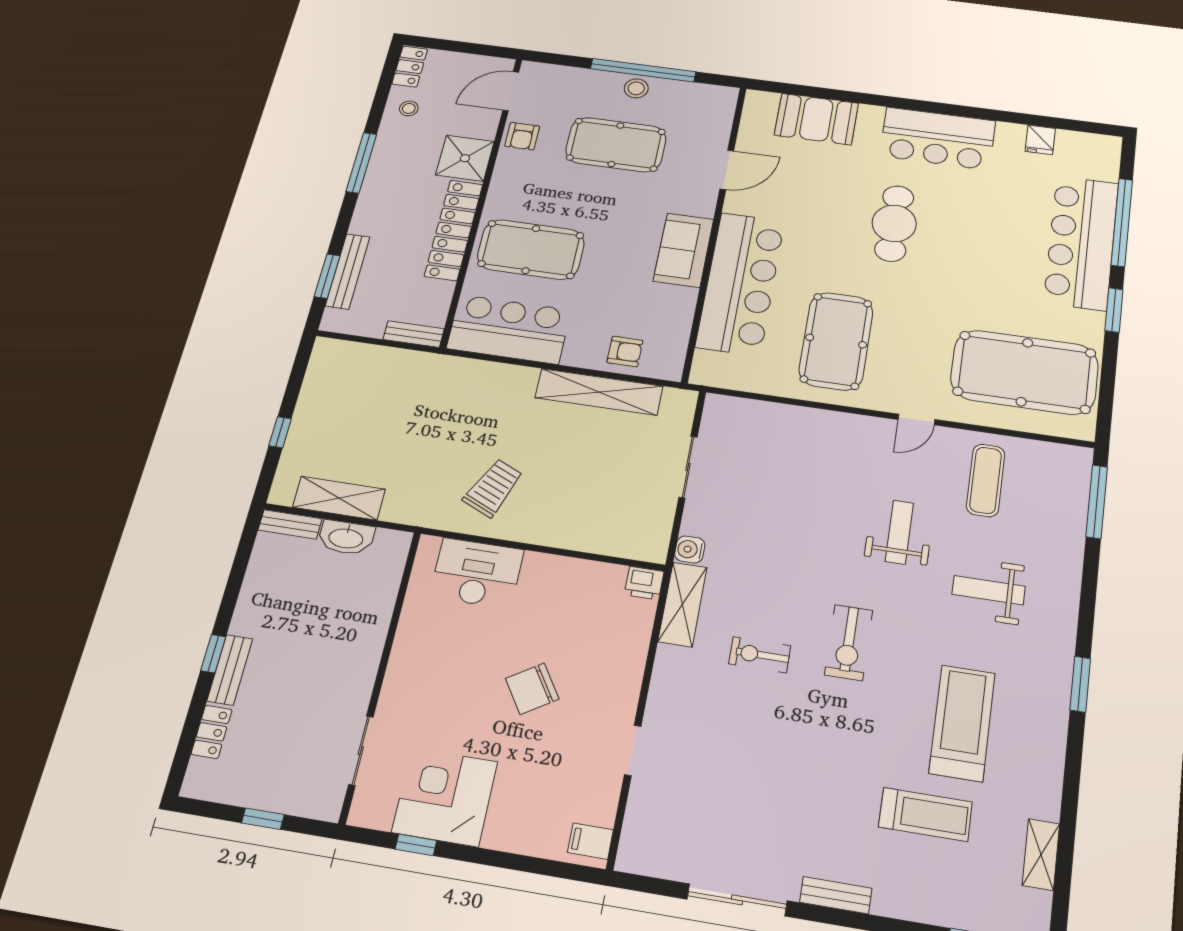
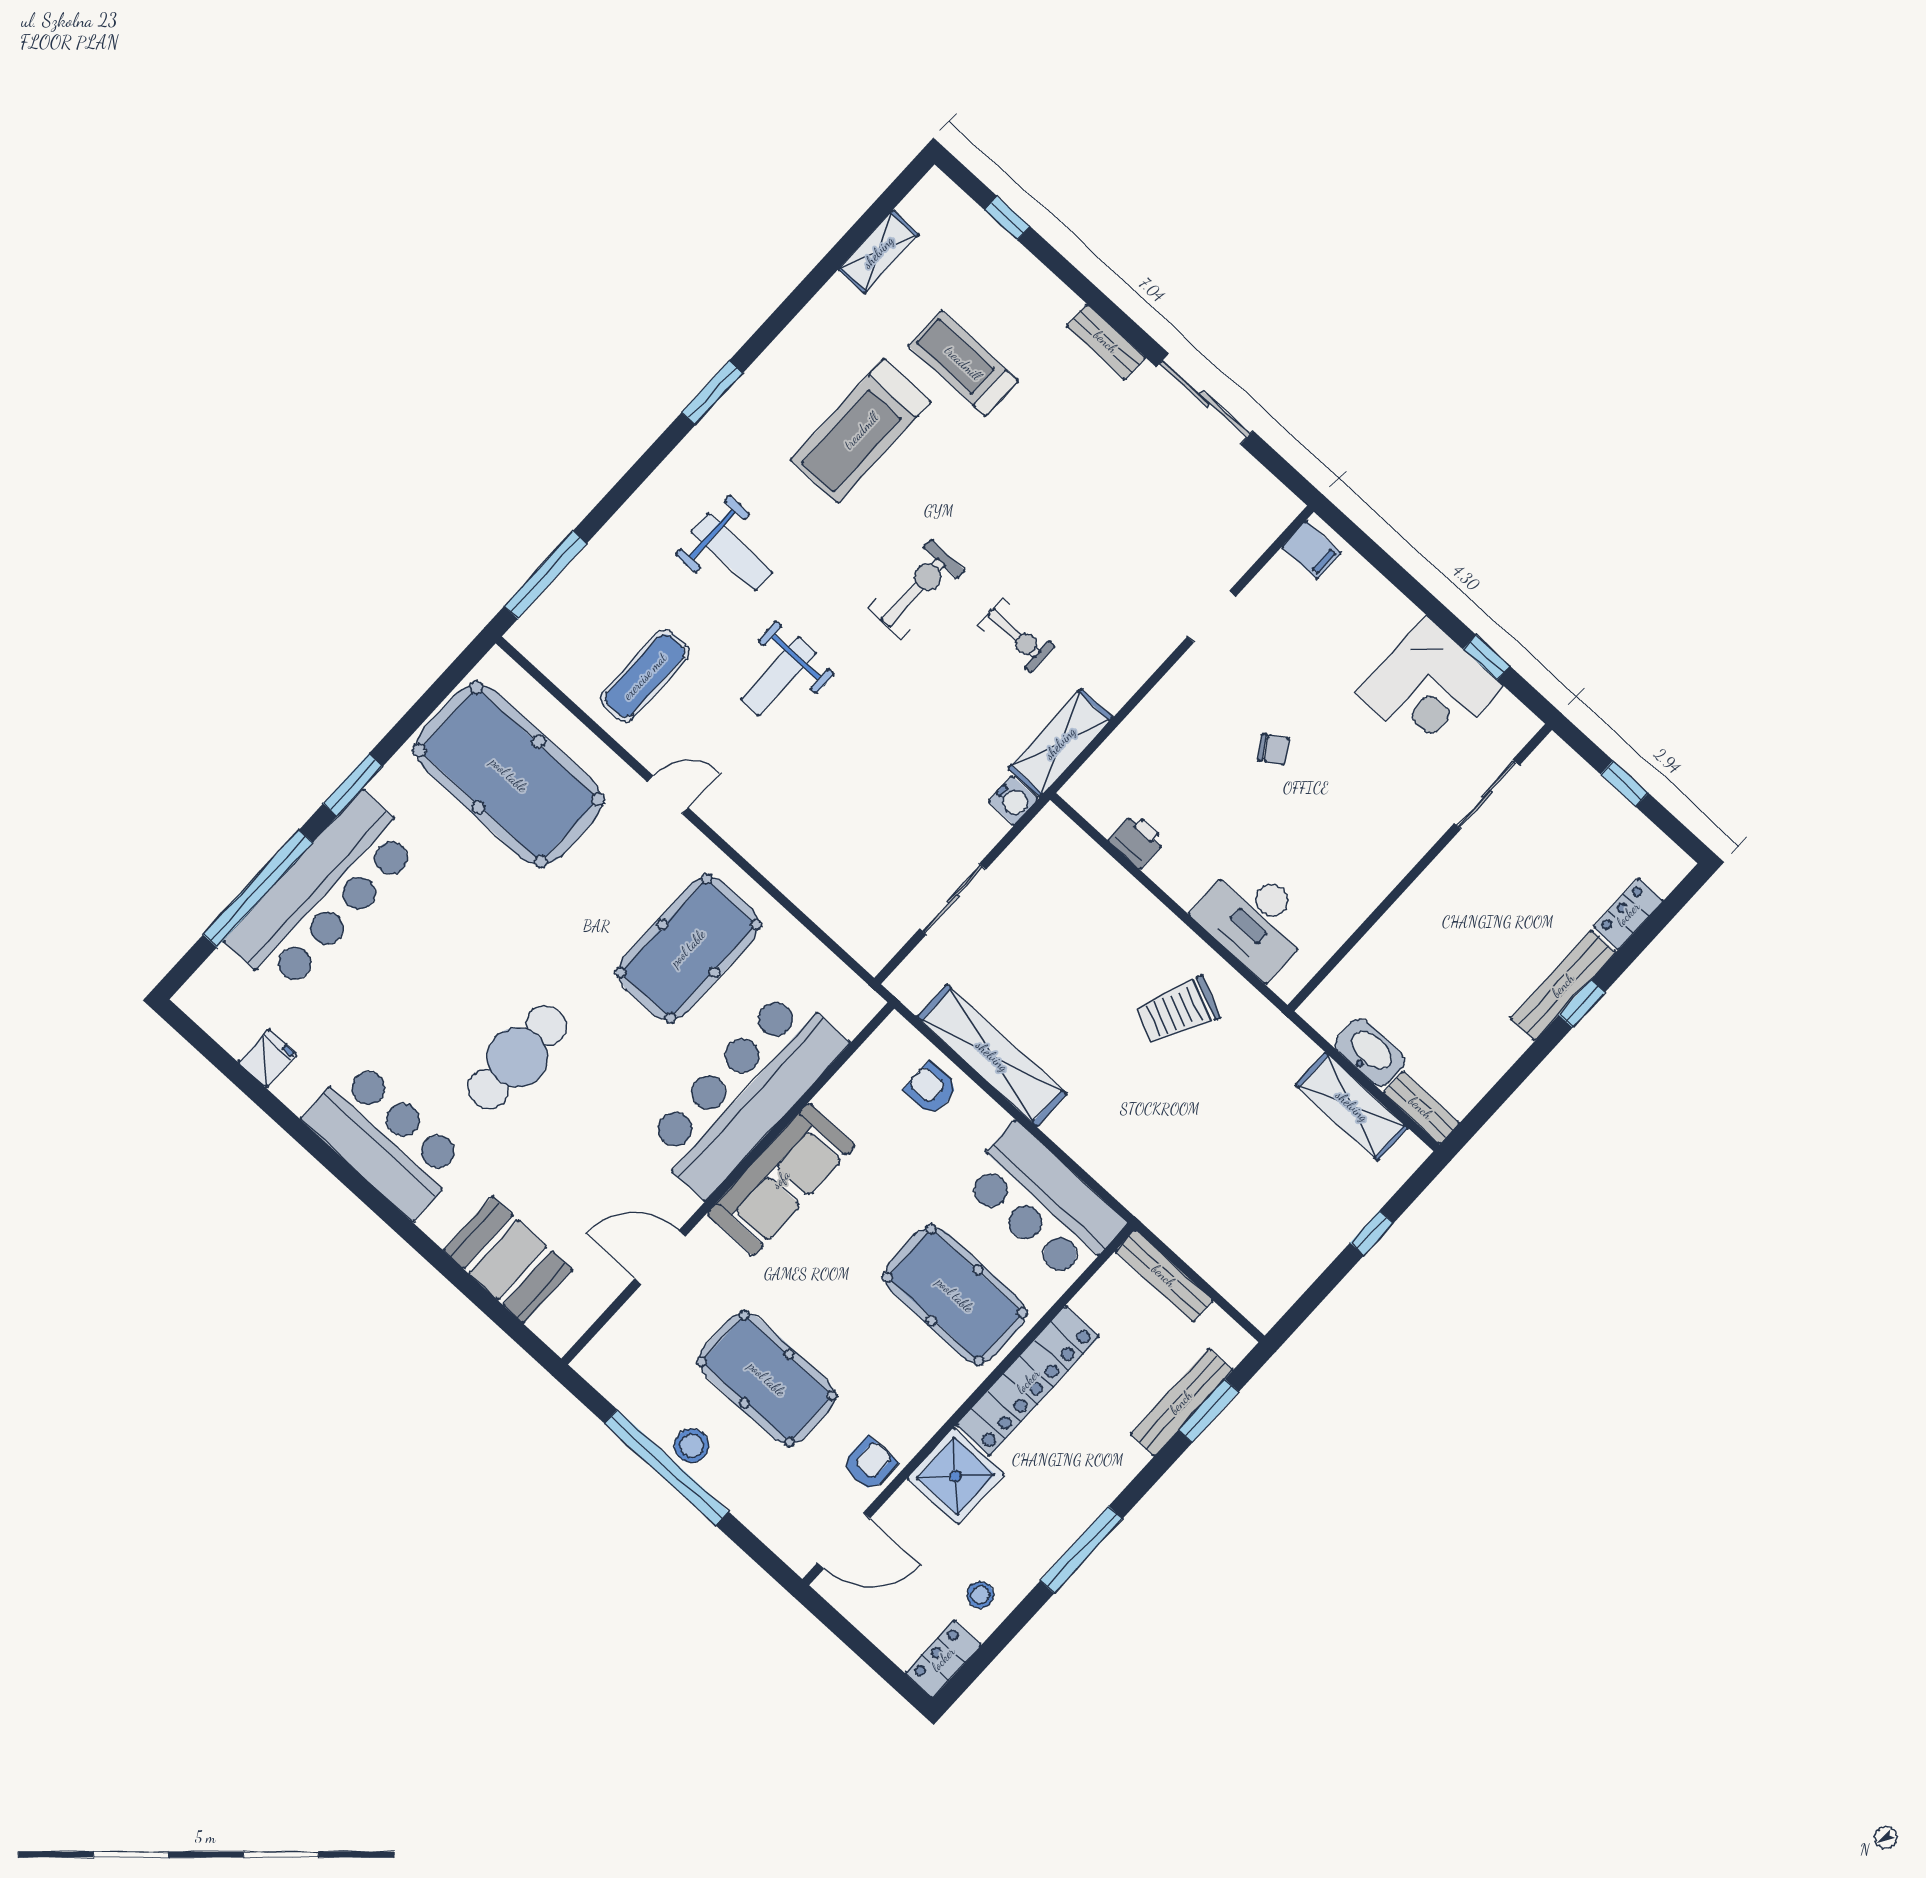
sofa: (683, 250) -> (781, 1179), width x1.36
bench: (414, 334) -> (1164, 1276), width x1.36
printer: (644, 583) -> (1137, 841), moved
bench: (230, 670) -> (1563, 985), width x1.36
chair: (532, 689) -> (1273, 750), width x0.54, depth x0.54

